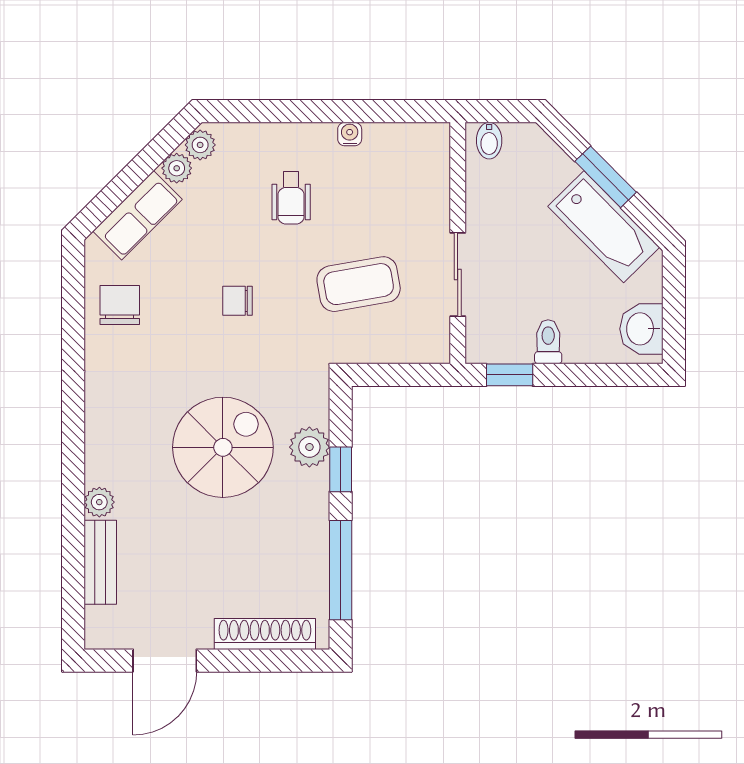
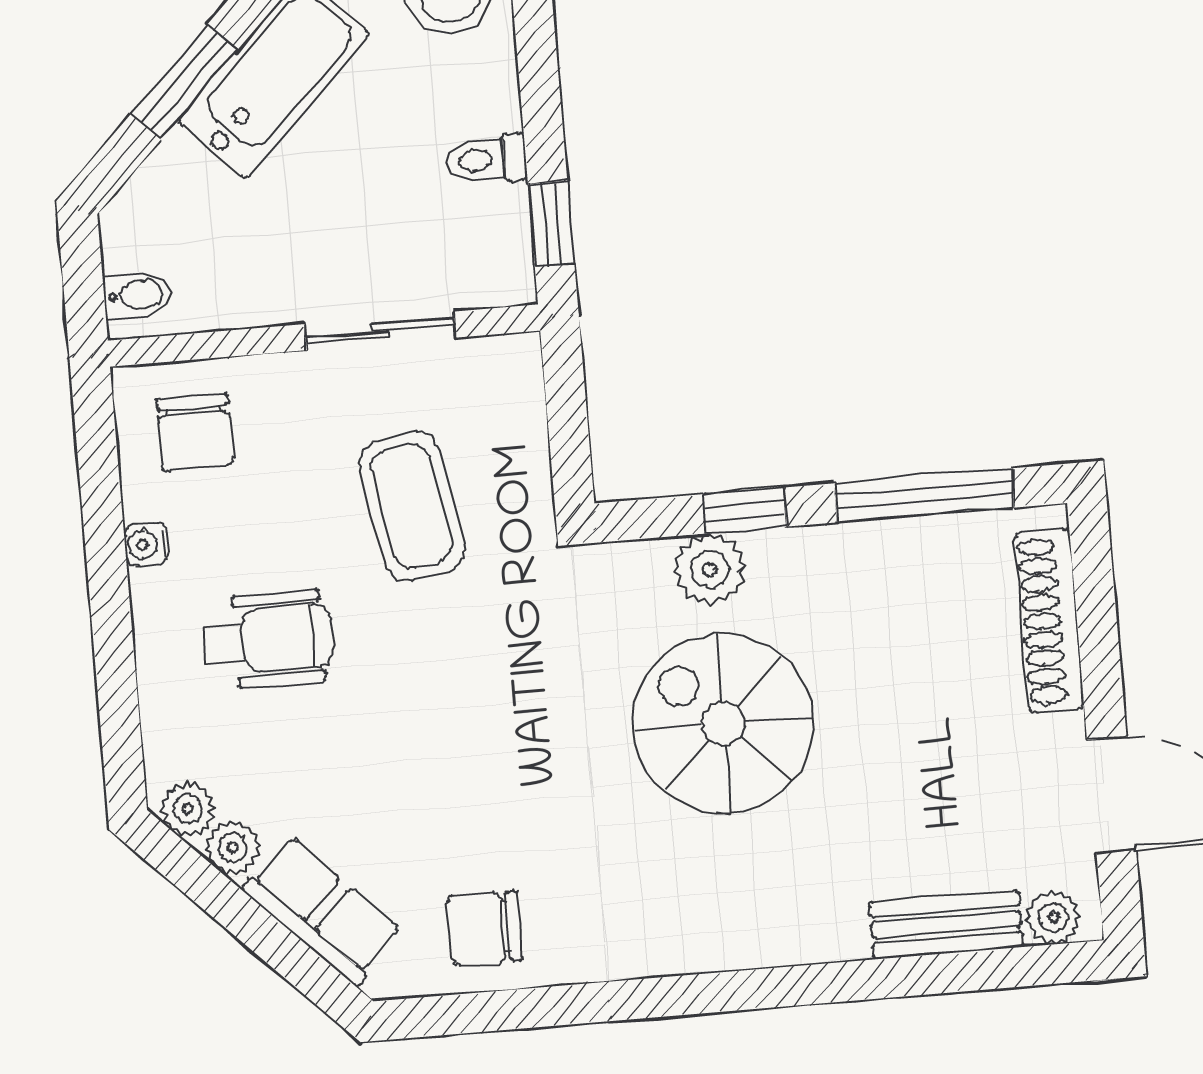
wheelchair: (291, 198) -> (269, 639), width x1.36, depth x1.37
chair: (237, 301) -> (195, 432), moved, width x1.37, depth x1.37
plant: (99, 502) -> (1053, 917), moved

